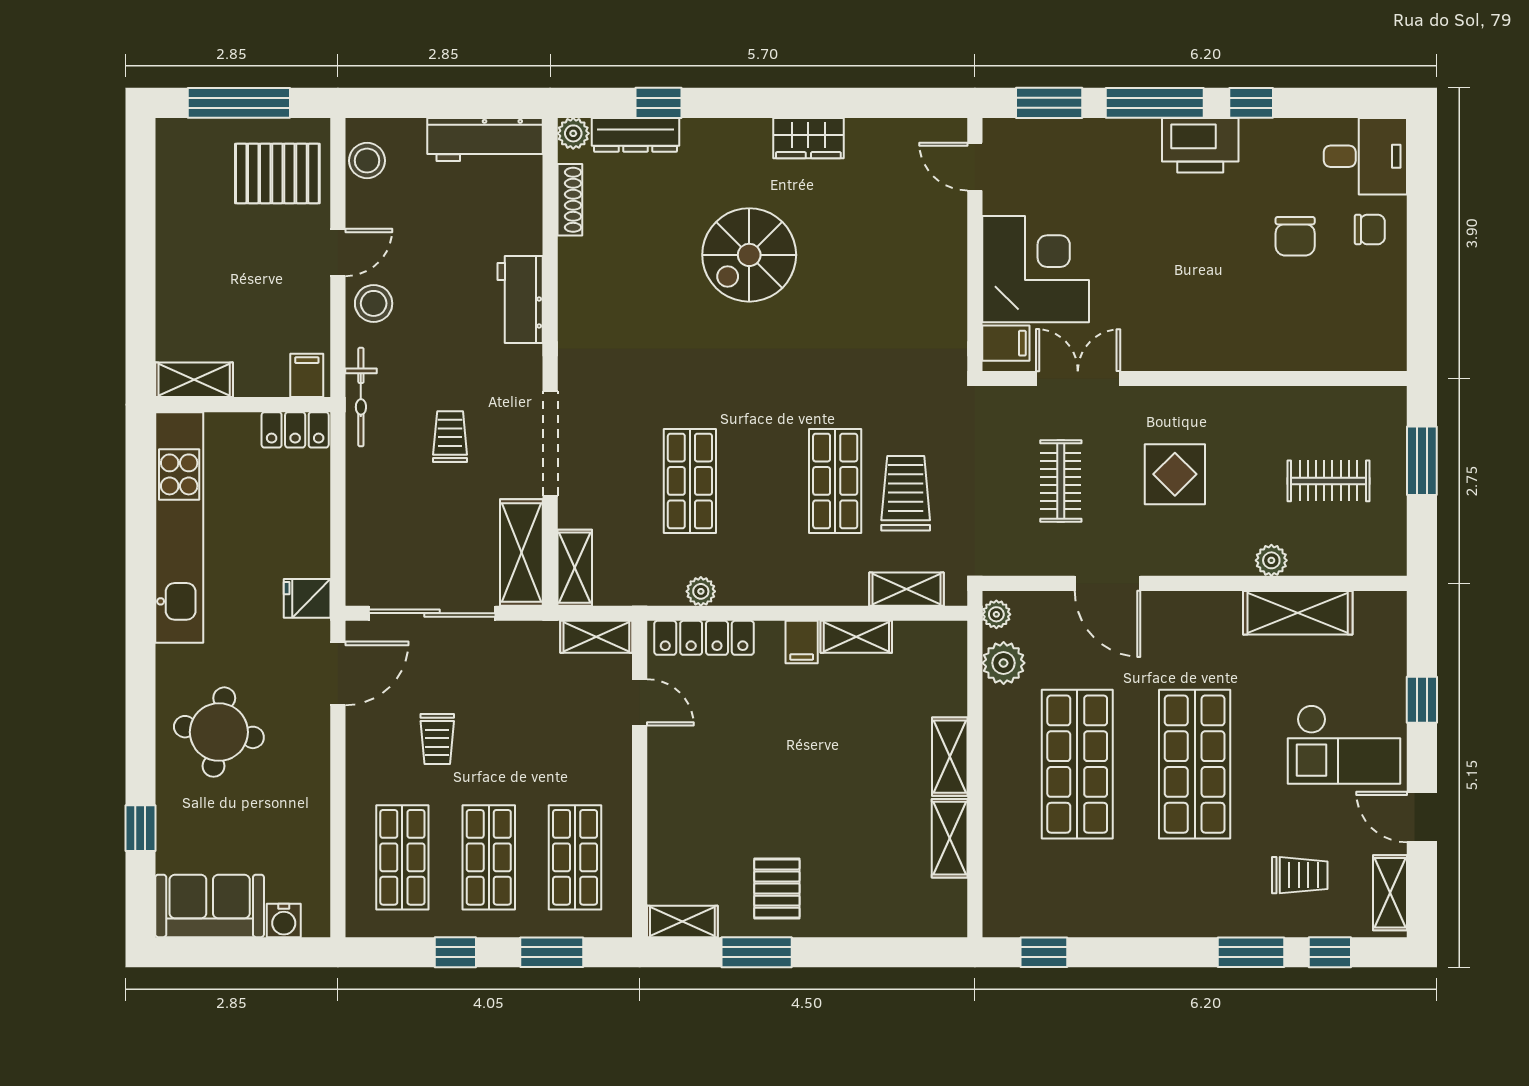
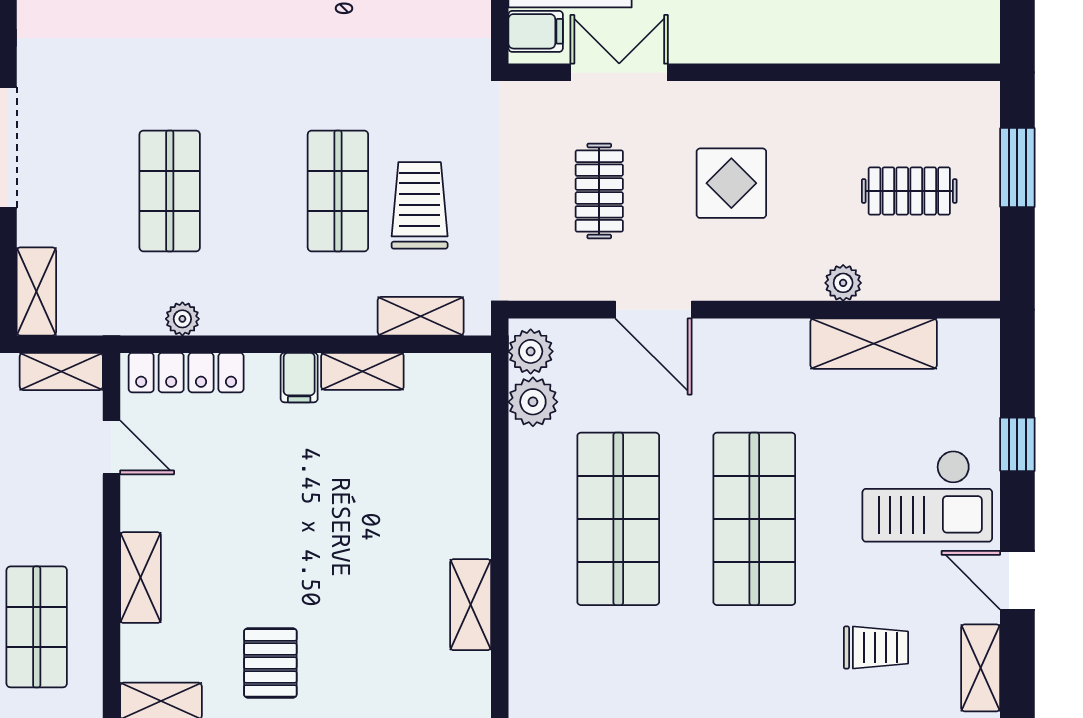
plant: (996, 614) -> (531, 351), width x1.38, depth x1.38
shelving: (950, 757) -> (141, 578), moved

